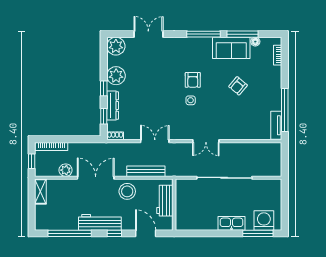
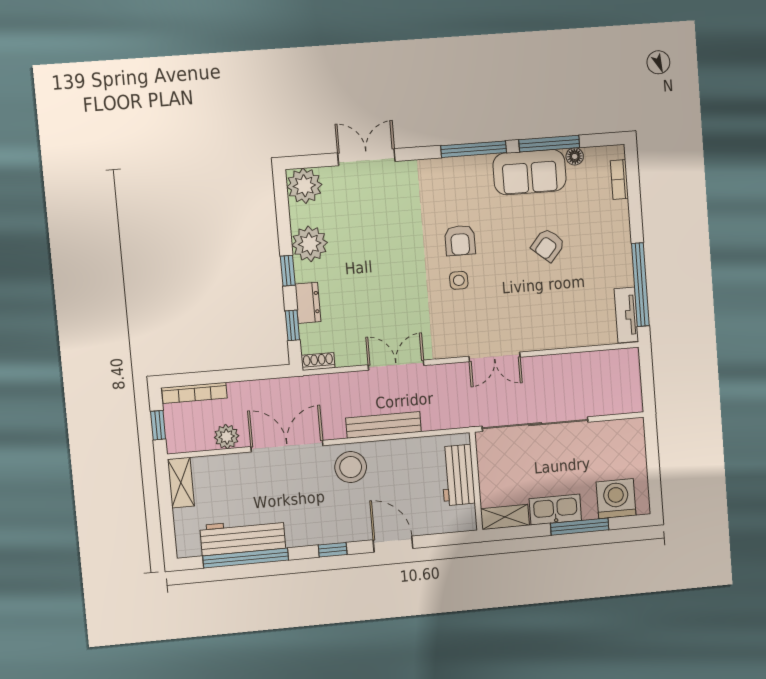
dresser: (113, 105) -> (308, 303), width x0.70
workbench: (165, 201) -> (458, 475), moved
wall: (174, 205) -> (476, 481), moved
workbench: (100, 222) -> (243, 537), moved
shelving: (205, 225) -> (505, 517), added
window: (258, 233) -> (580, 526), moved

